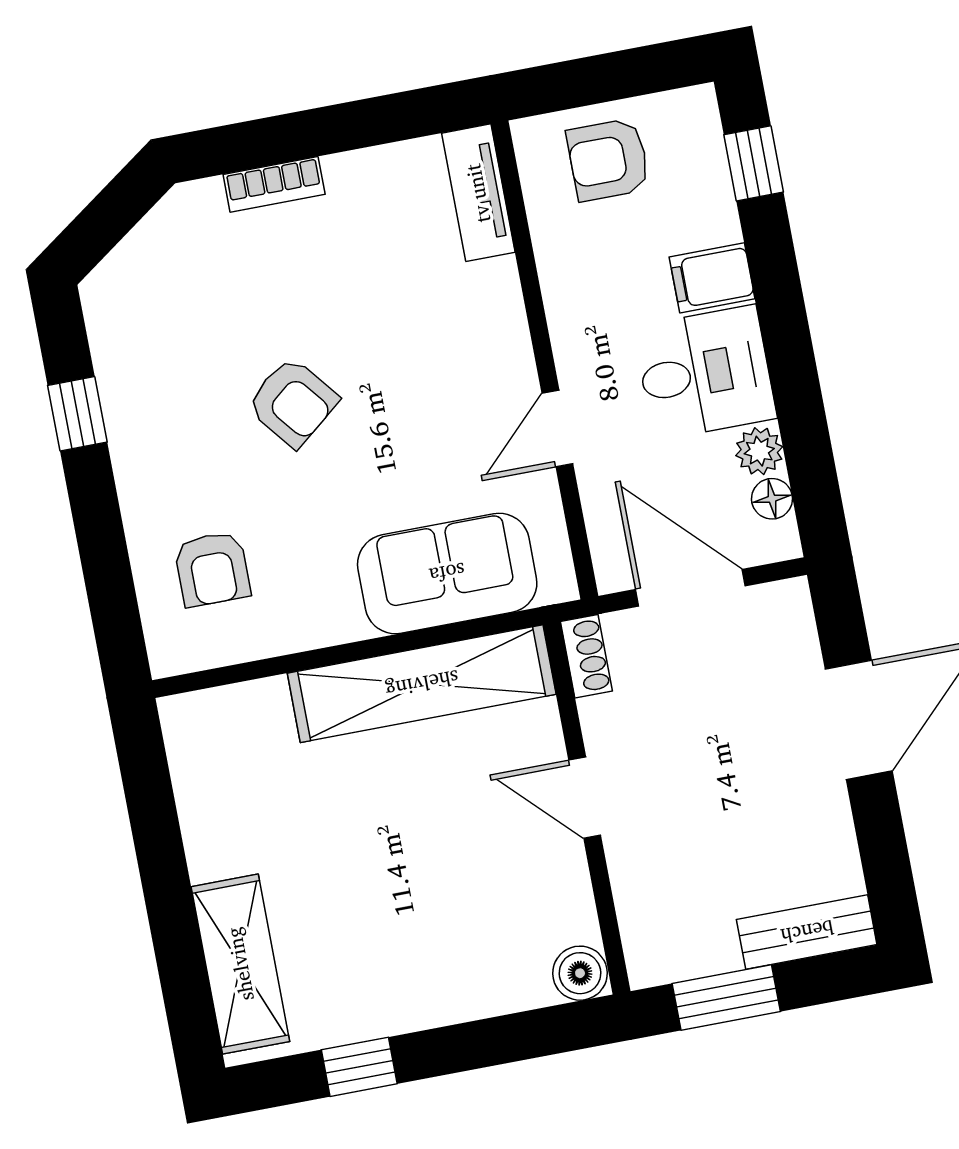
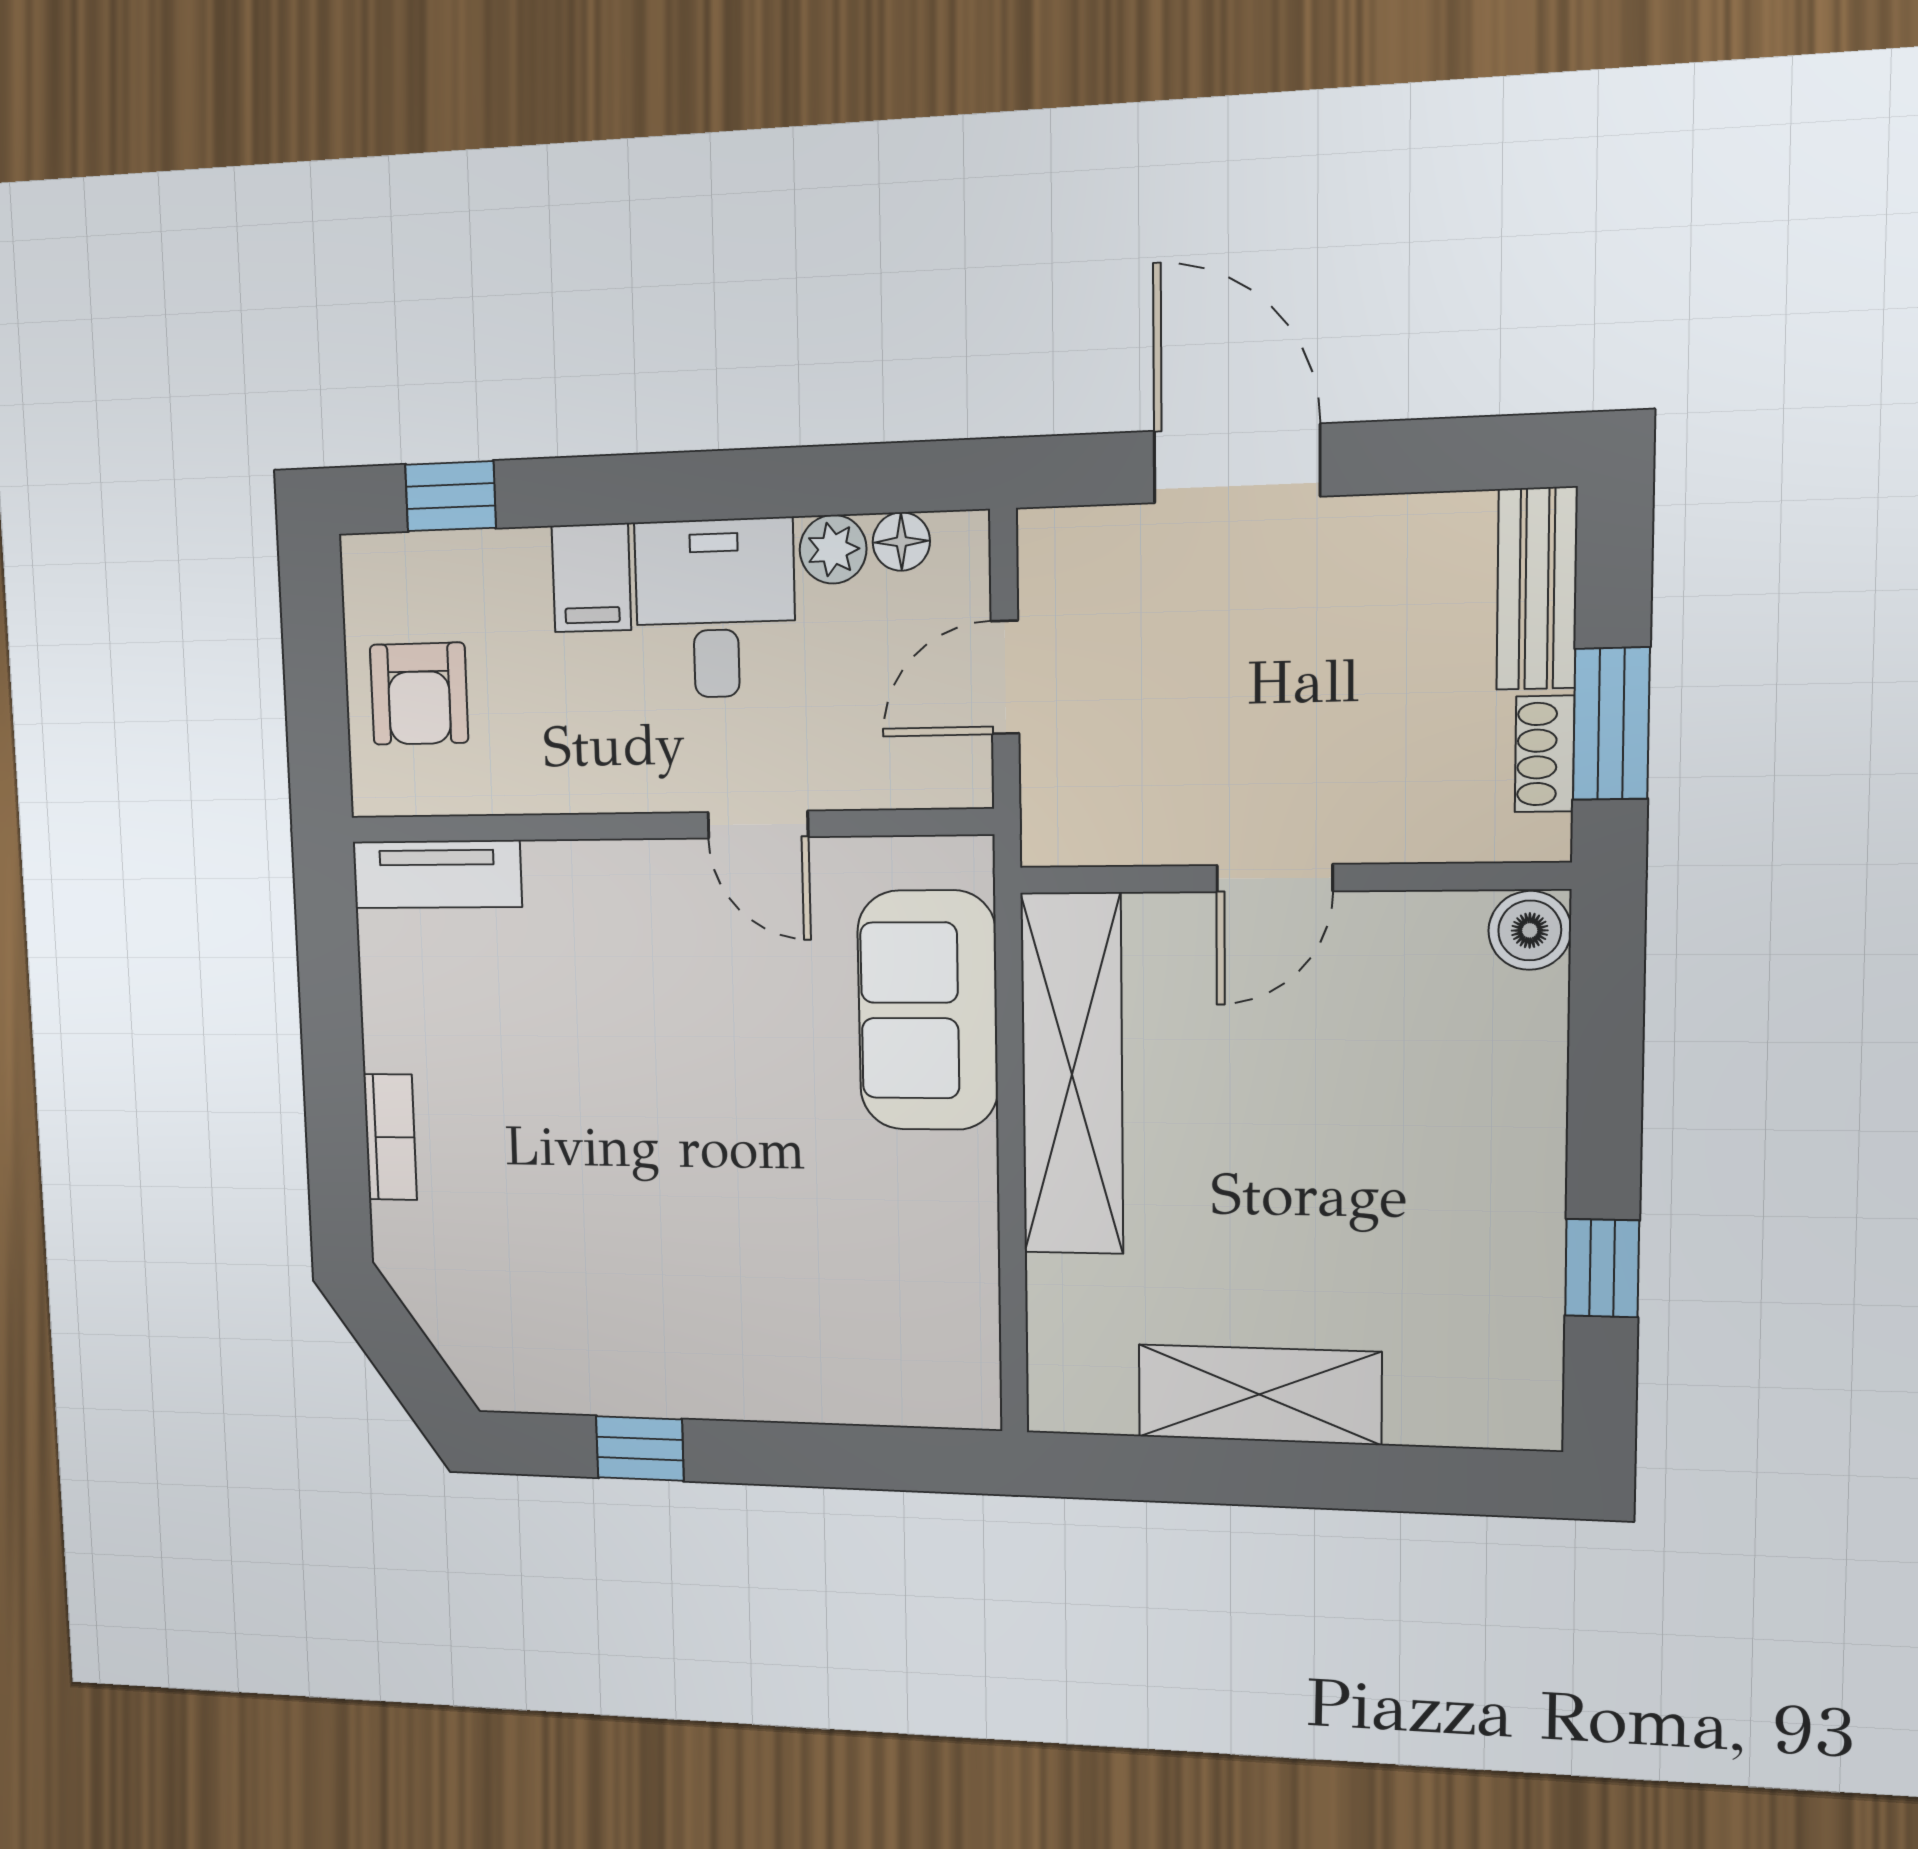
armchair: (293, 402) -> (668, 1170), removed
armchair: (212, 569) -> (868, 1321), removed
door: (690, 588) -> (1005, 677), width x0.73
shoe rack: (586, 656) -> (1545, 754), moved, turned -90
shelving: (240, 964) -> (1259, 1394), moved

